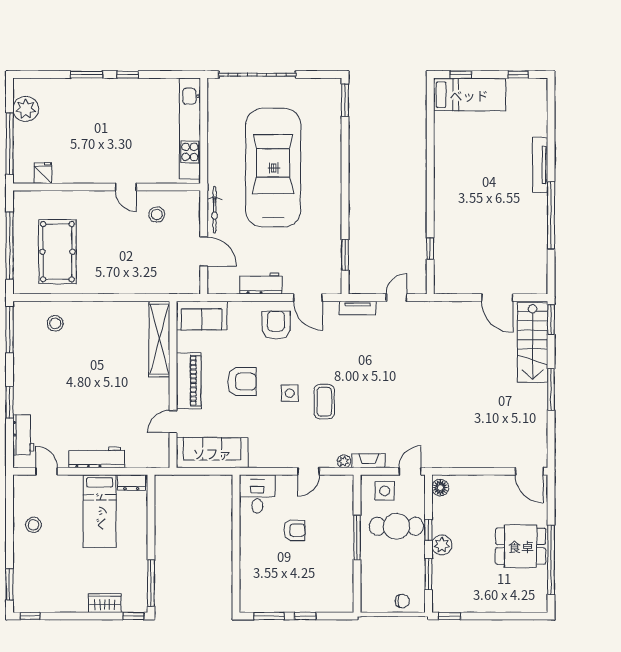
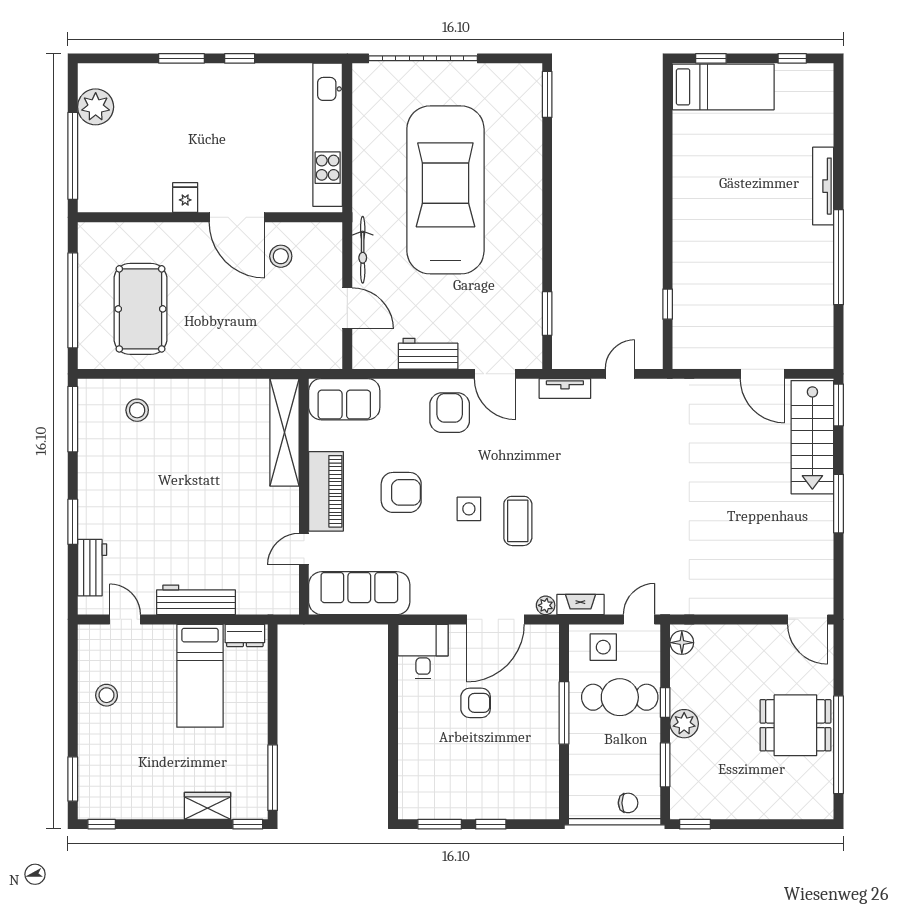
fridge: (43, 173) -> (185, 198), moved
door: (126, 187) -> (237, 217), width x1.88
door: (308, 471) -> (495, 619), width x1.87

